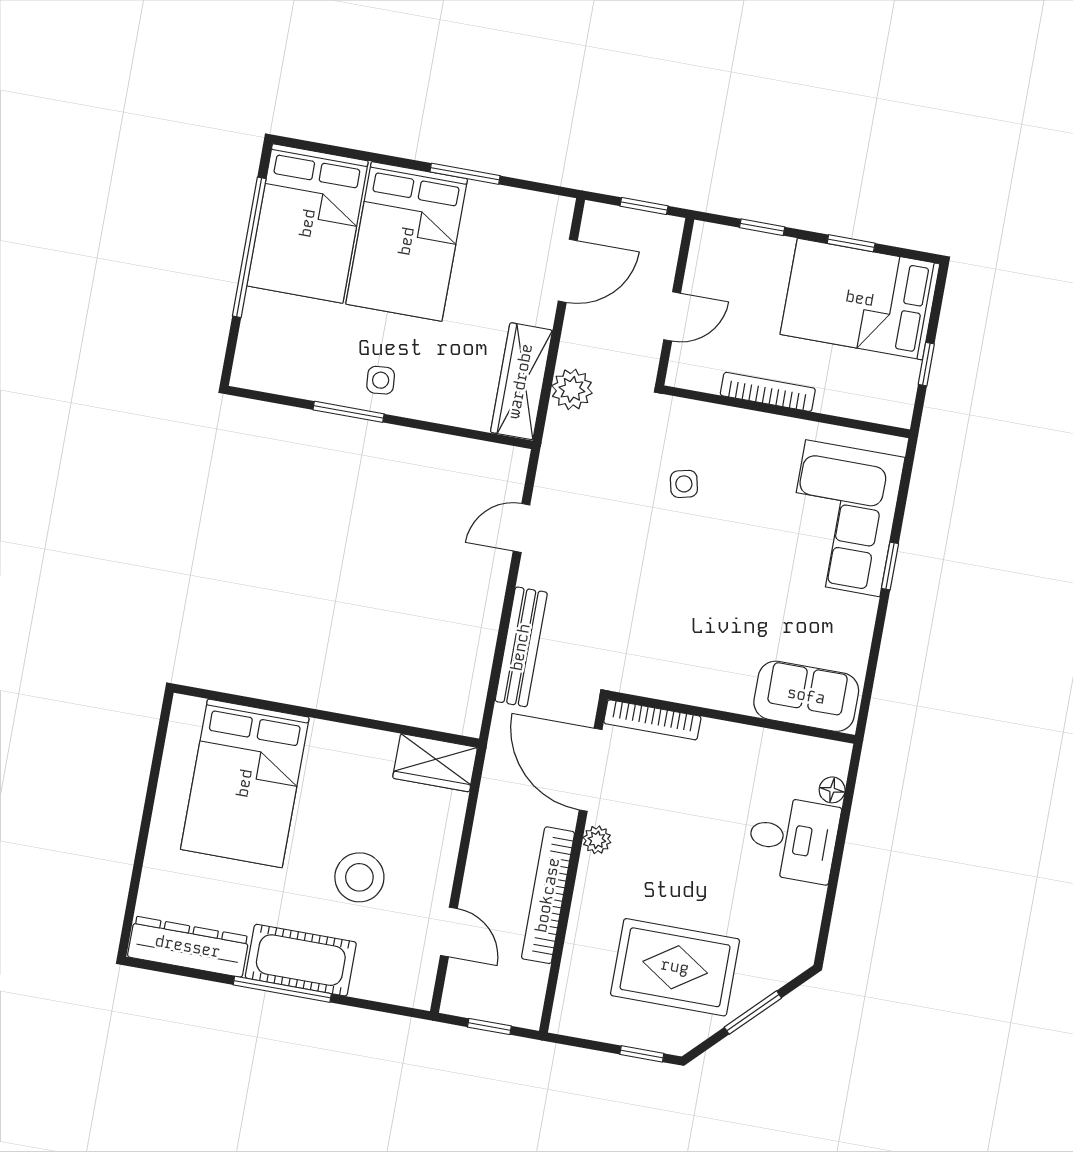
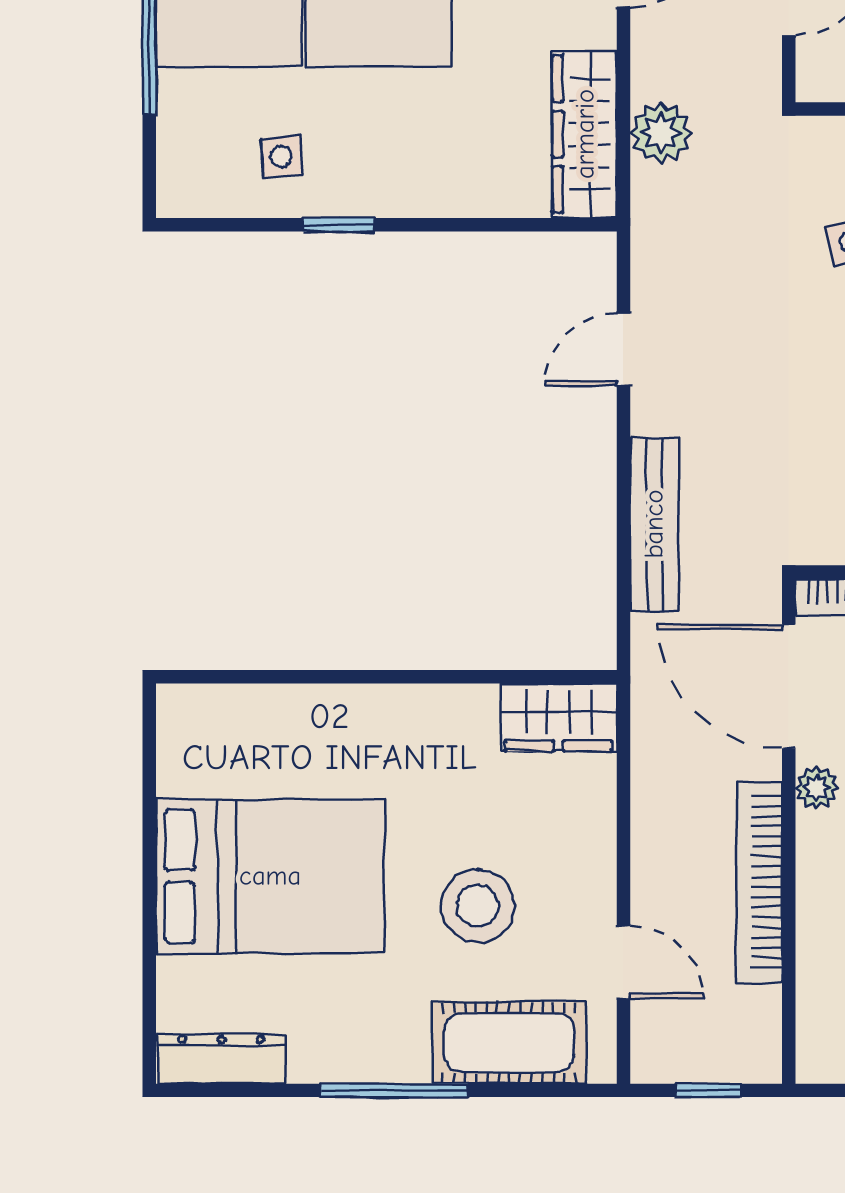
side table: (381, 380) -> (281, 156), moved
window: (349, 412) -> (339, 225), width x0.67
bed: (245, 783) -> (270, 876), moved, turned -90
dresser: (188, 947) -> (221, 1059), width x0.73, depth x0.80
cot: (301, 960) -> (509, 1043), moved

